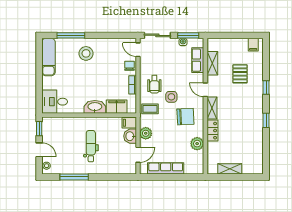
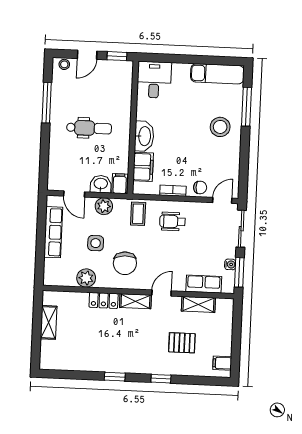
side table: (171, 97) -> (96, 243), moved

